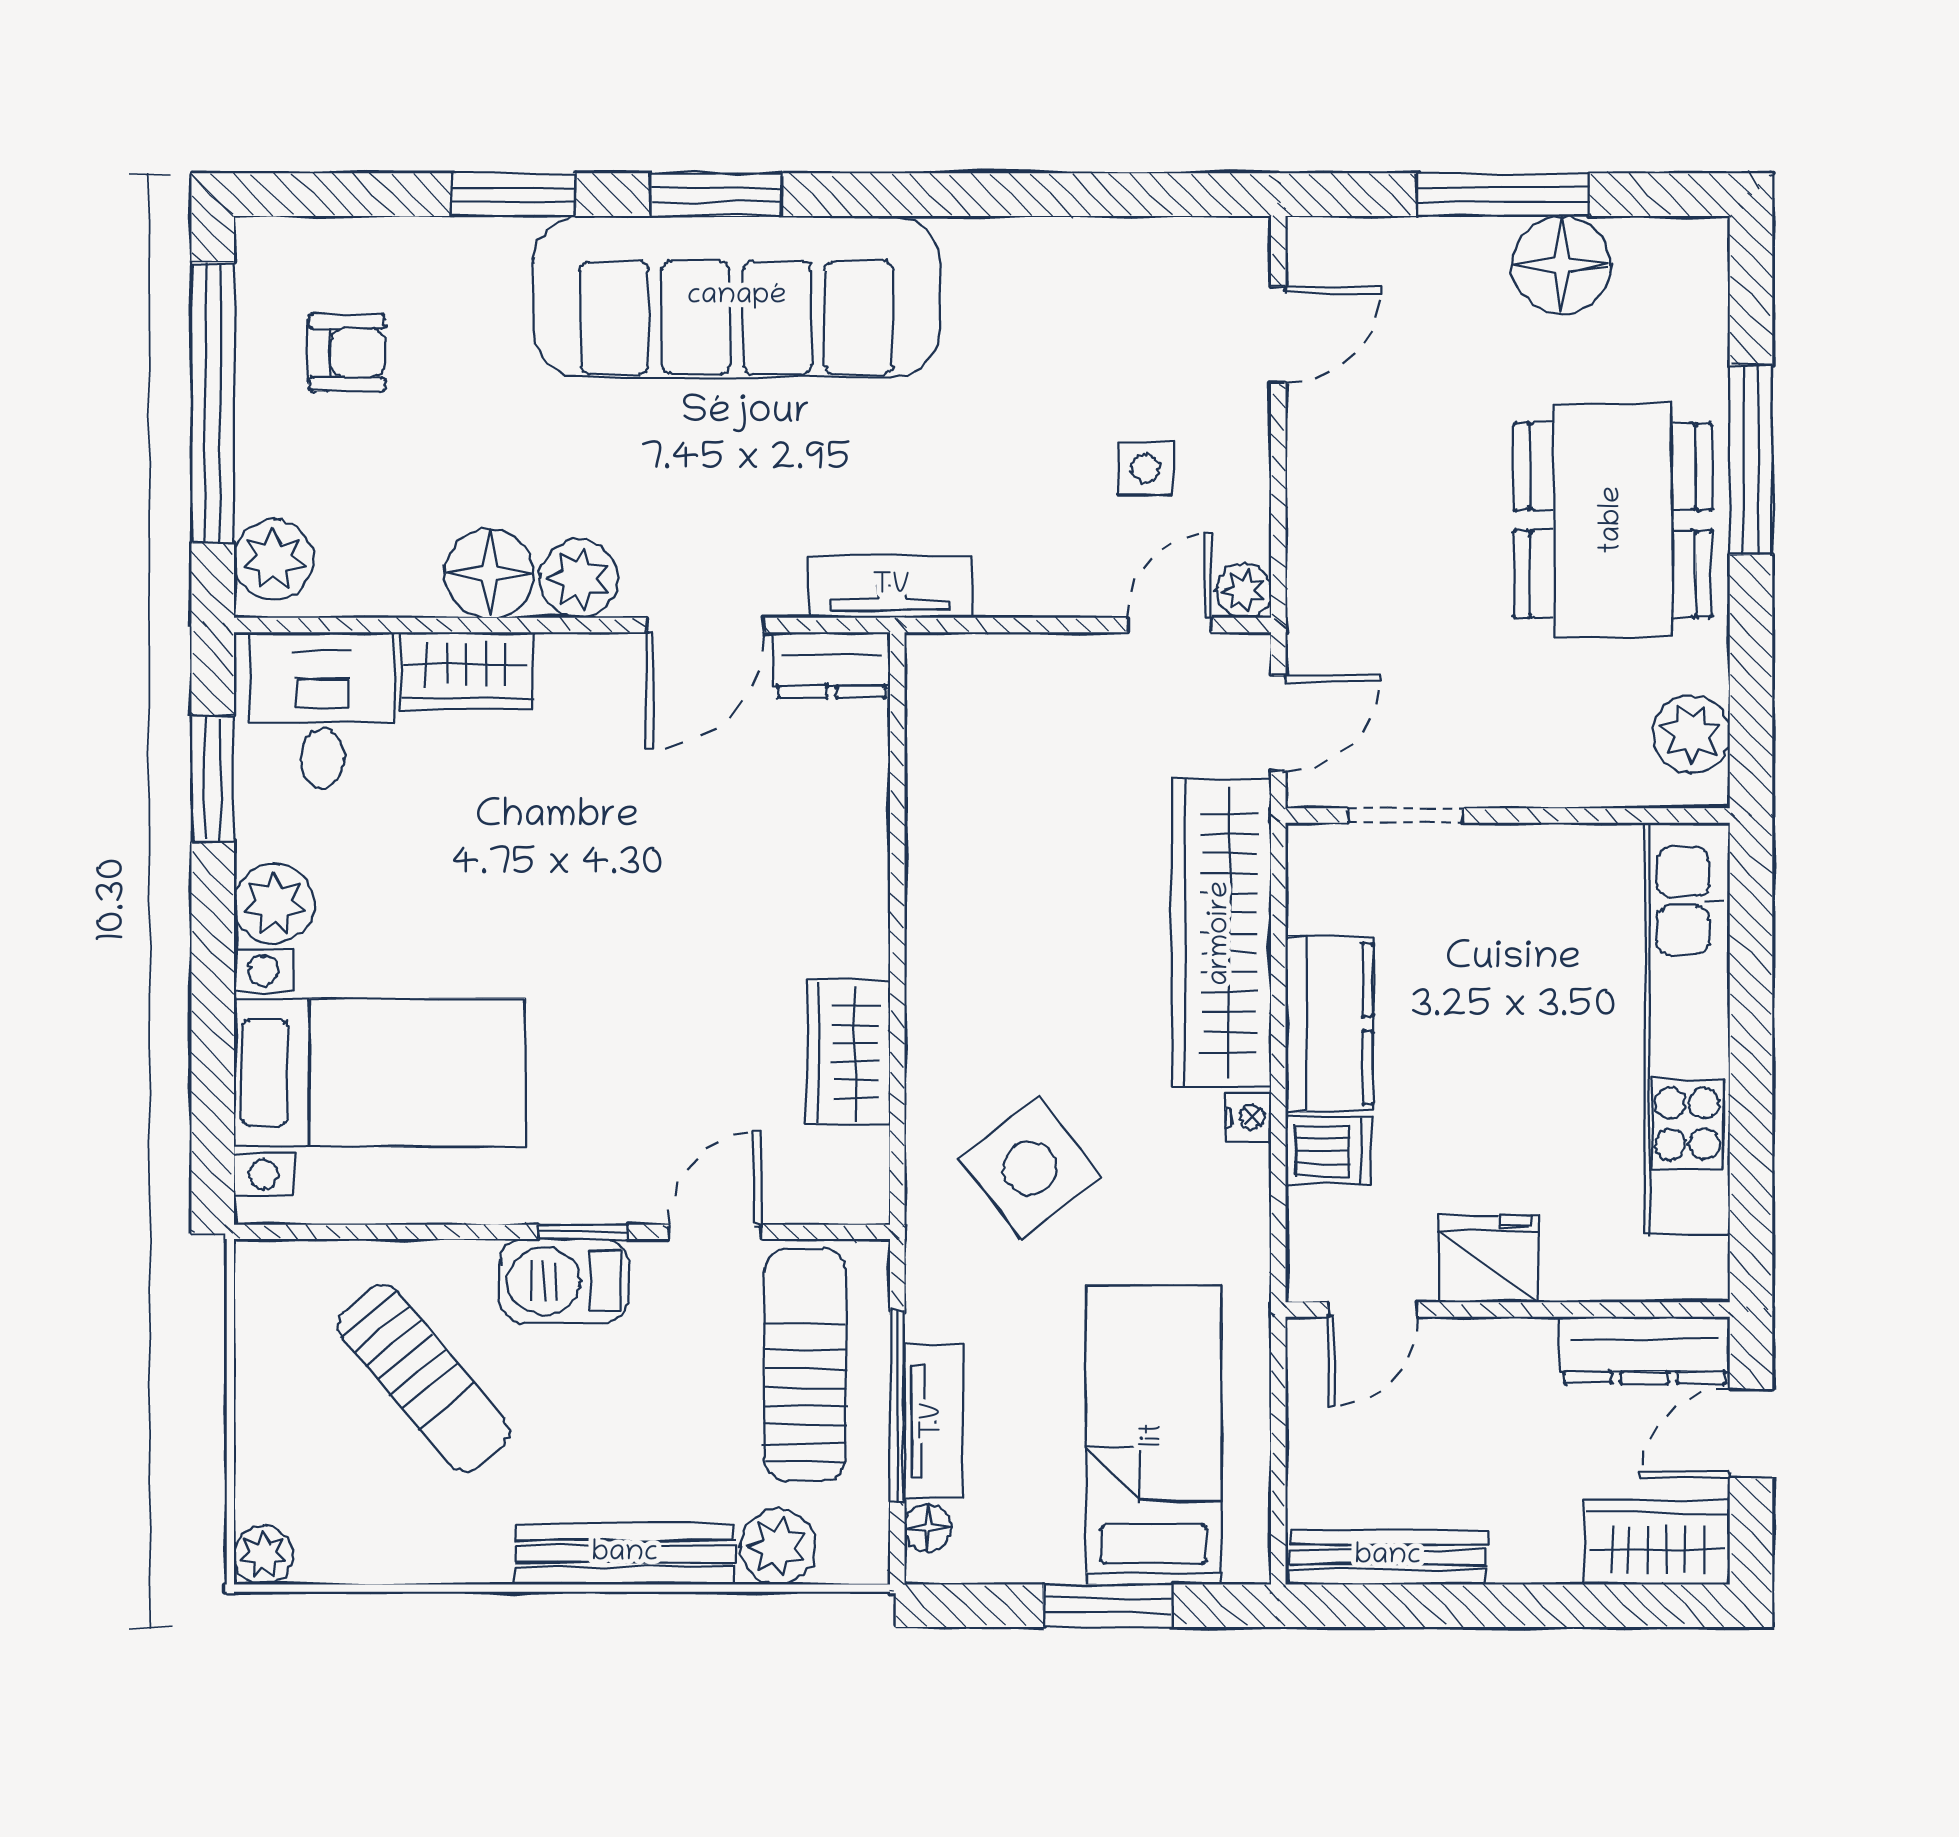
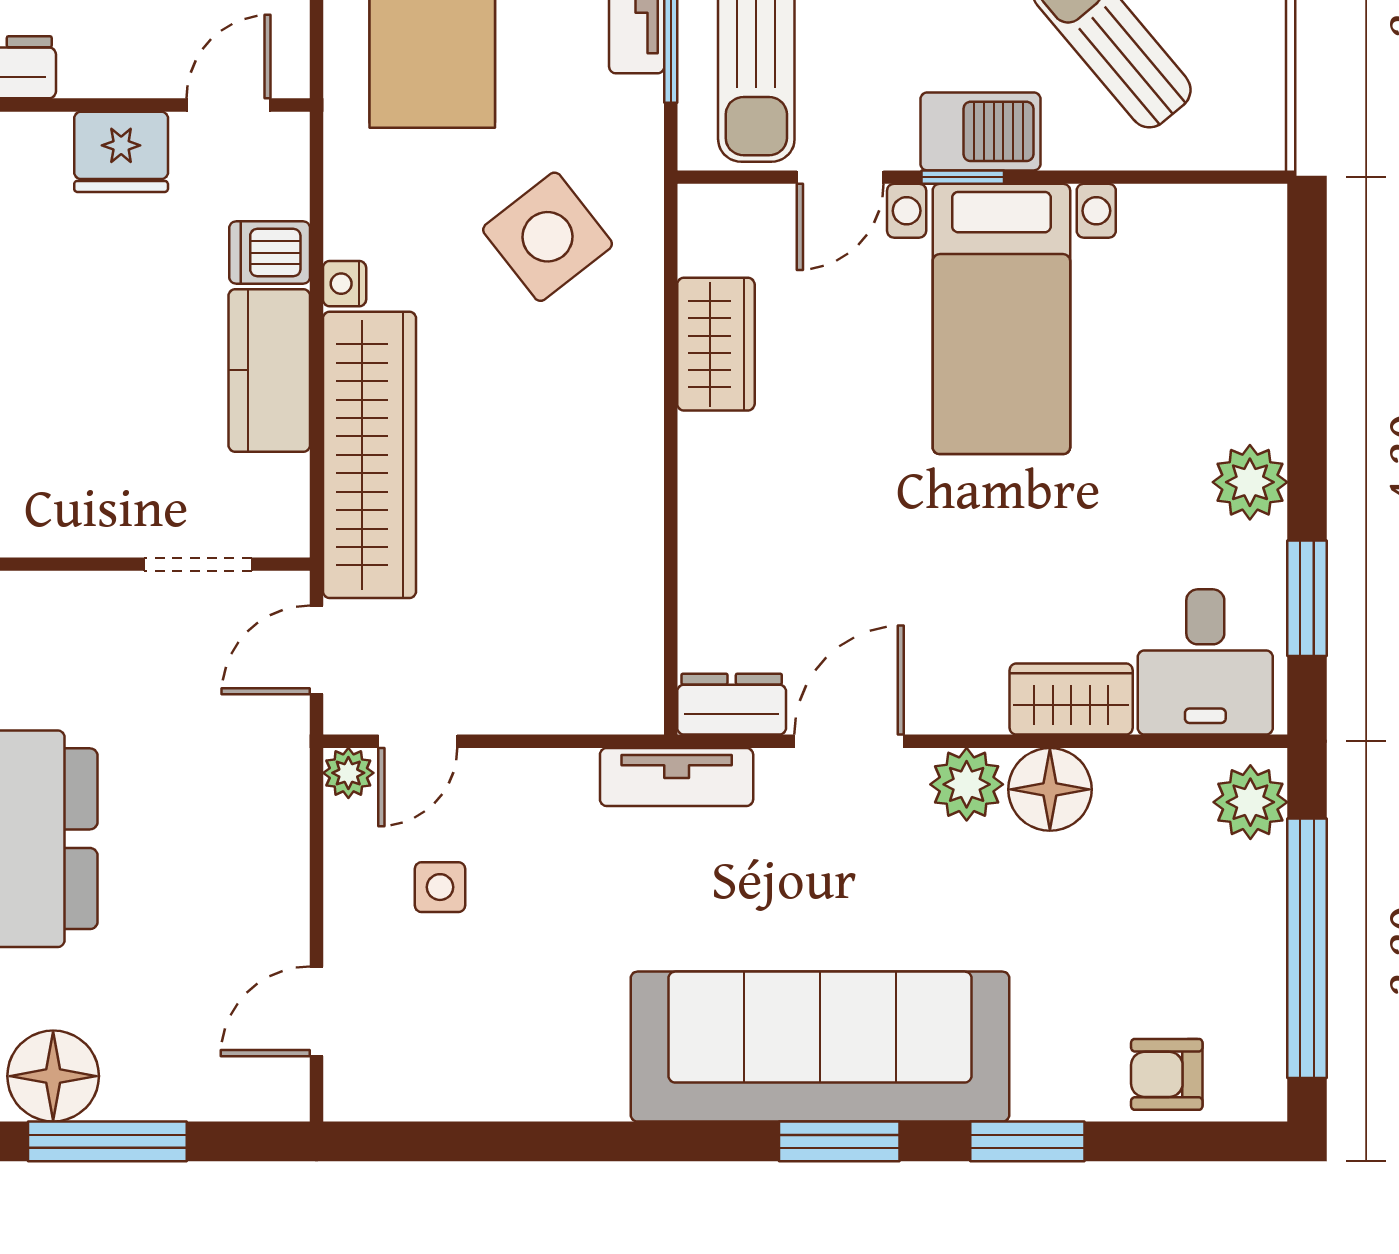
armchair: (347, 353) -> (1167, 1074), moved
bed with nightstands: (379, 1072) -> (1001, 319), moved, turned -90

